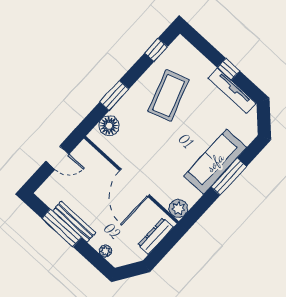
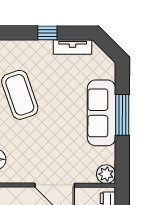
tv unit: (232, 91) -> (73, 47), width x0.71

